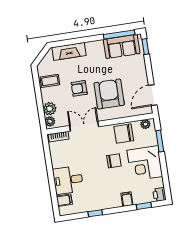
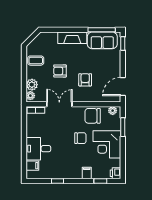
fireplace: (69, 51) -> (72, 38), moved
armchair: (109, 94) -> (85, 80), width x0.53, depth x0.53

